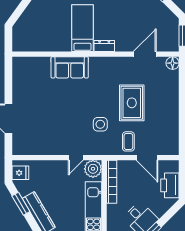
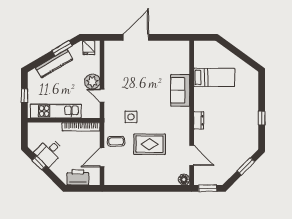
bed: (83, 28) -> (214, 77), moved
plant: (93, 169) -> (92, 82), moved

